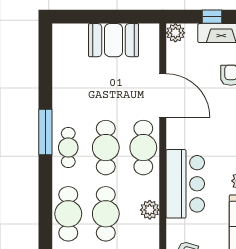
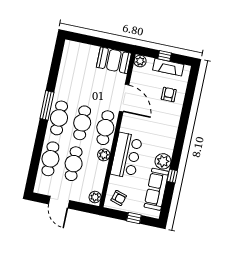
booth: (114, 40) -> (114, 60), moved
cafe table: (68, 148) -> (59, 118), width x1.37, depth x1.35
plant: (150, 210) -> (104, 155), moved

